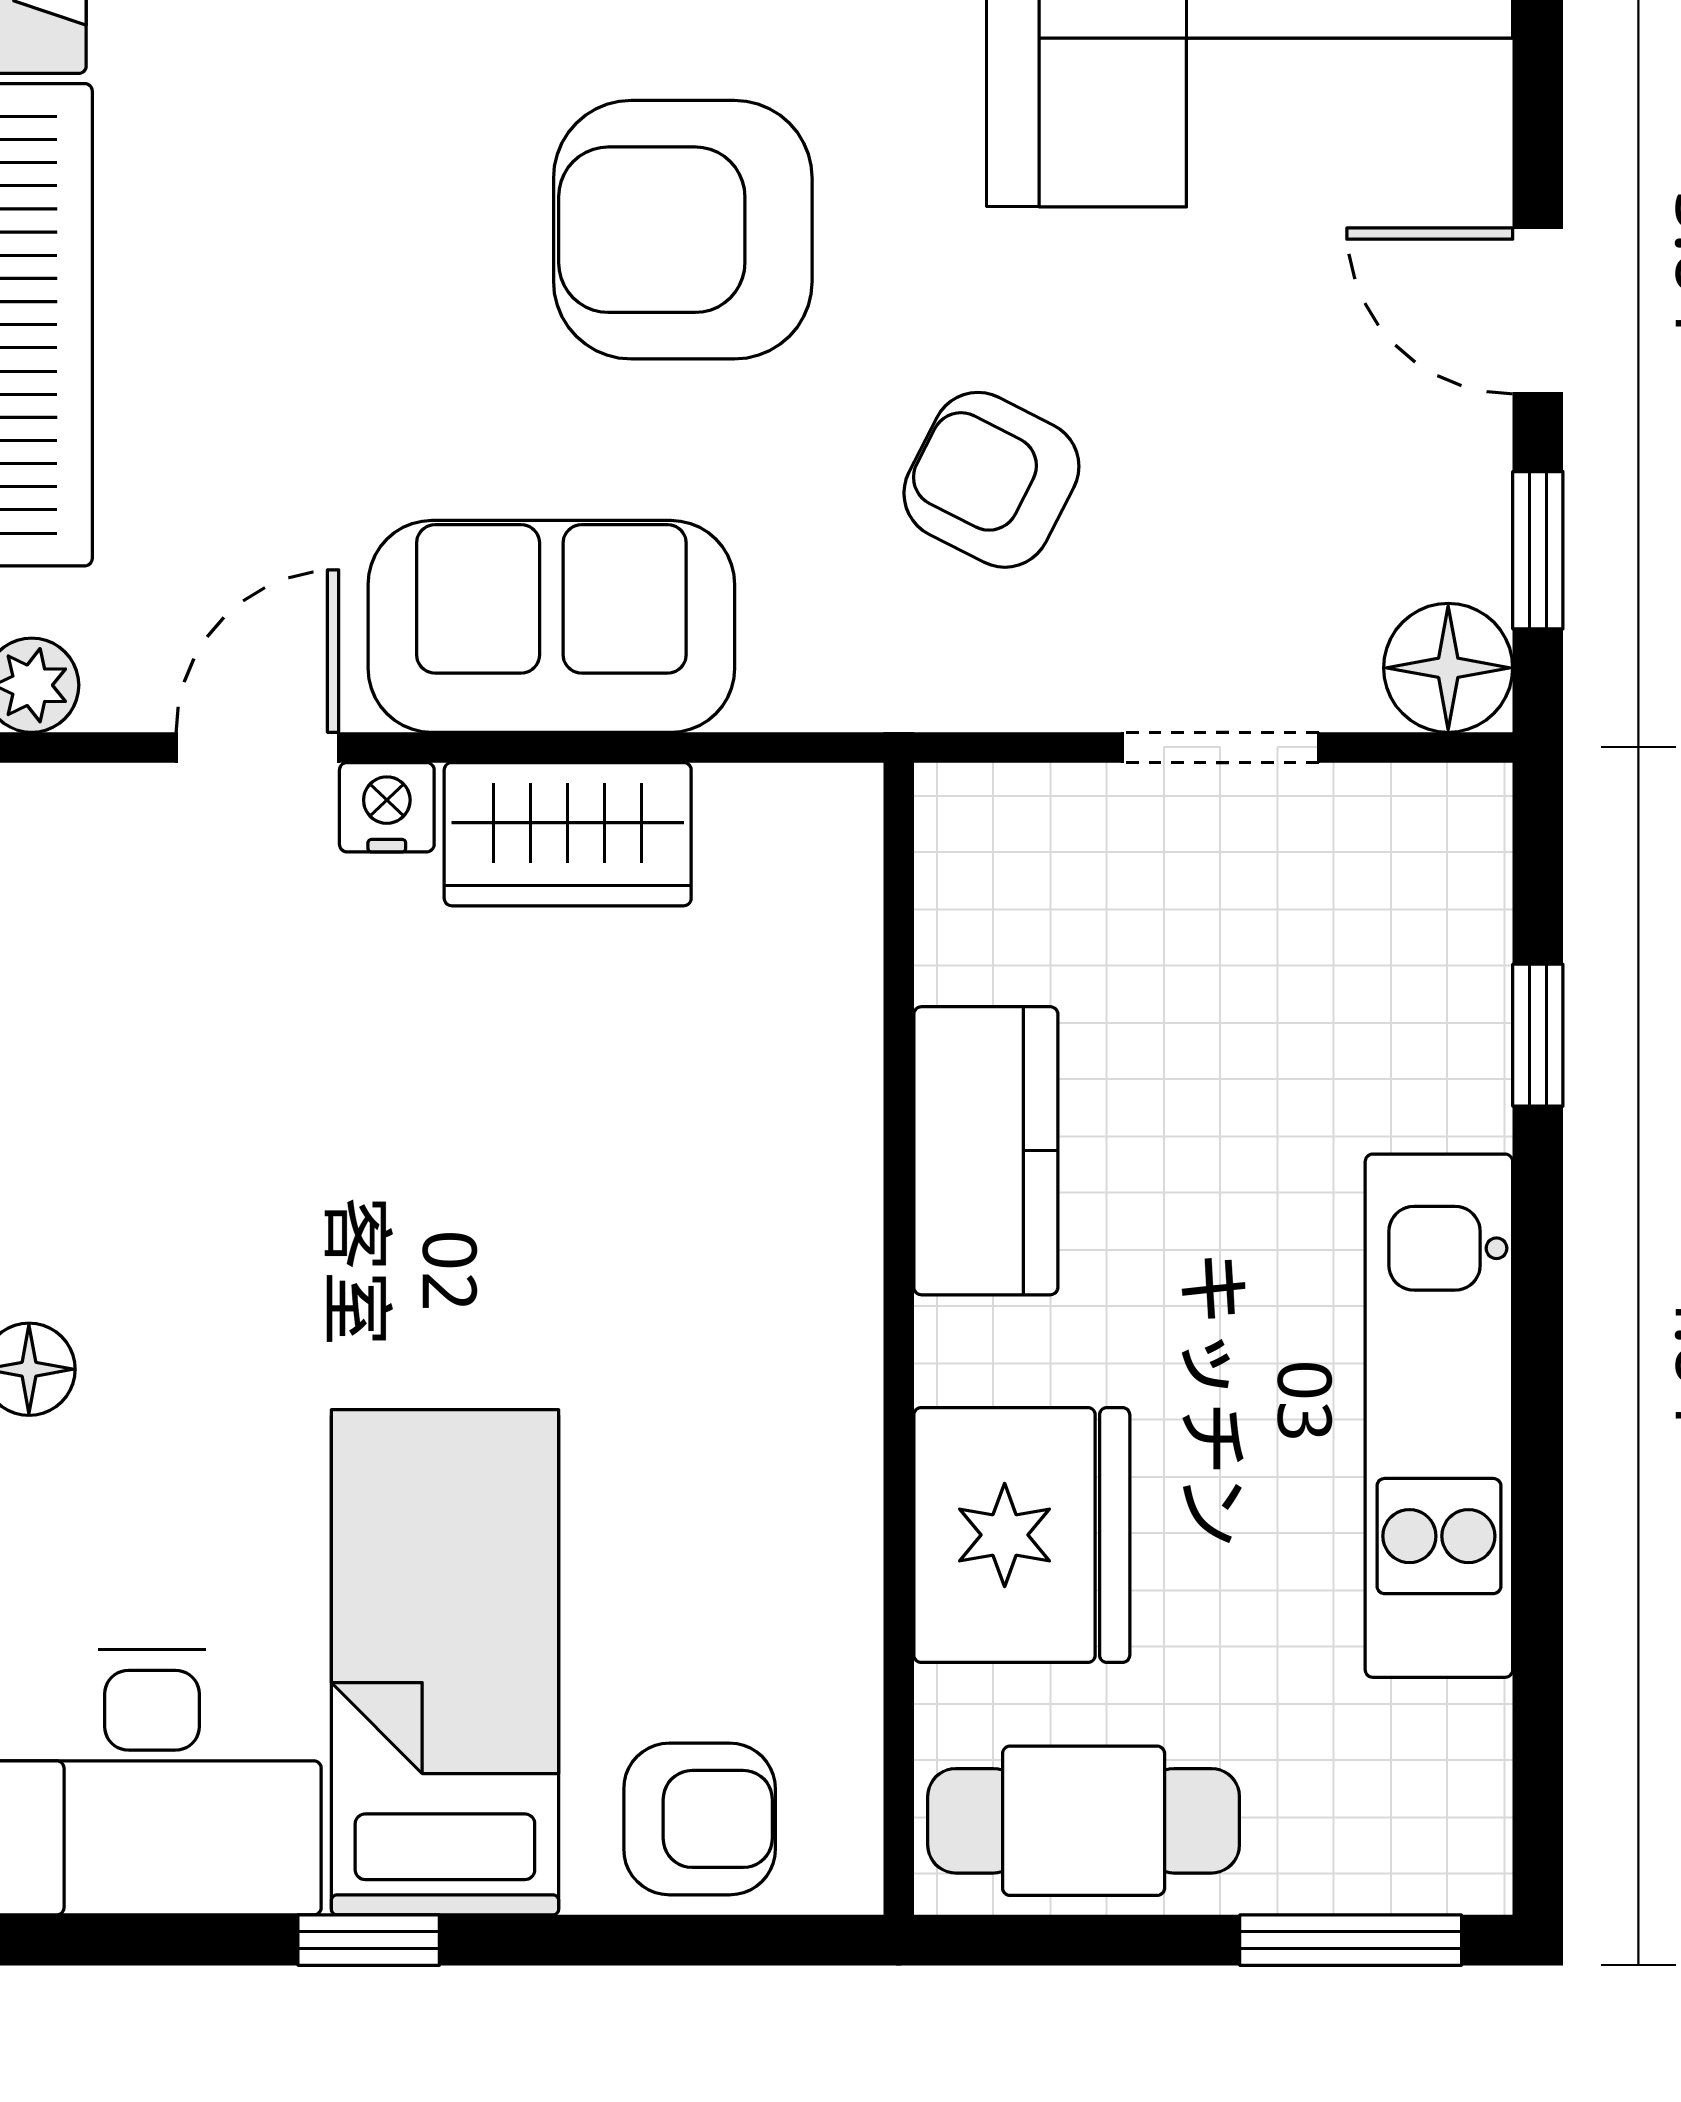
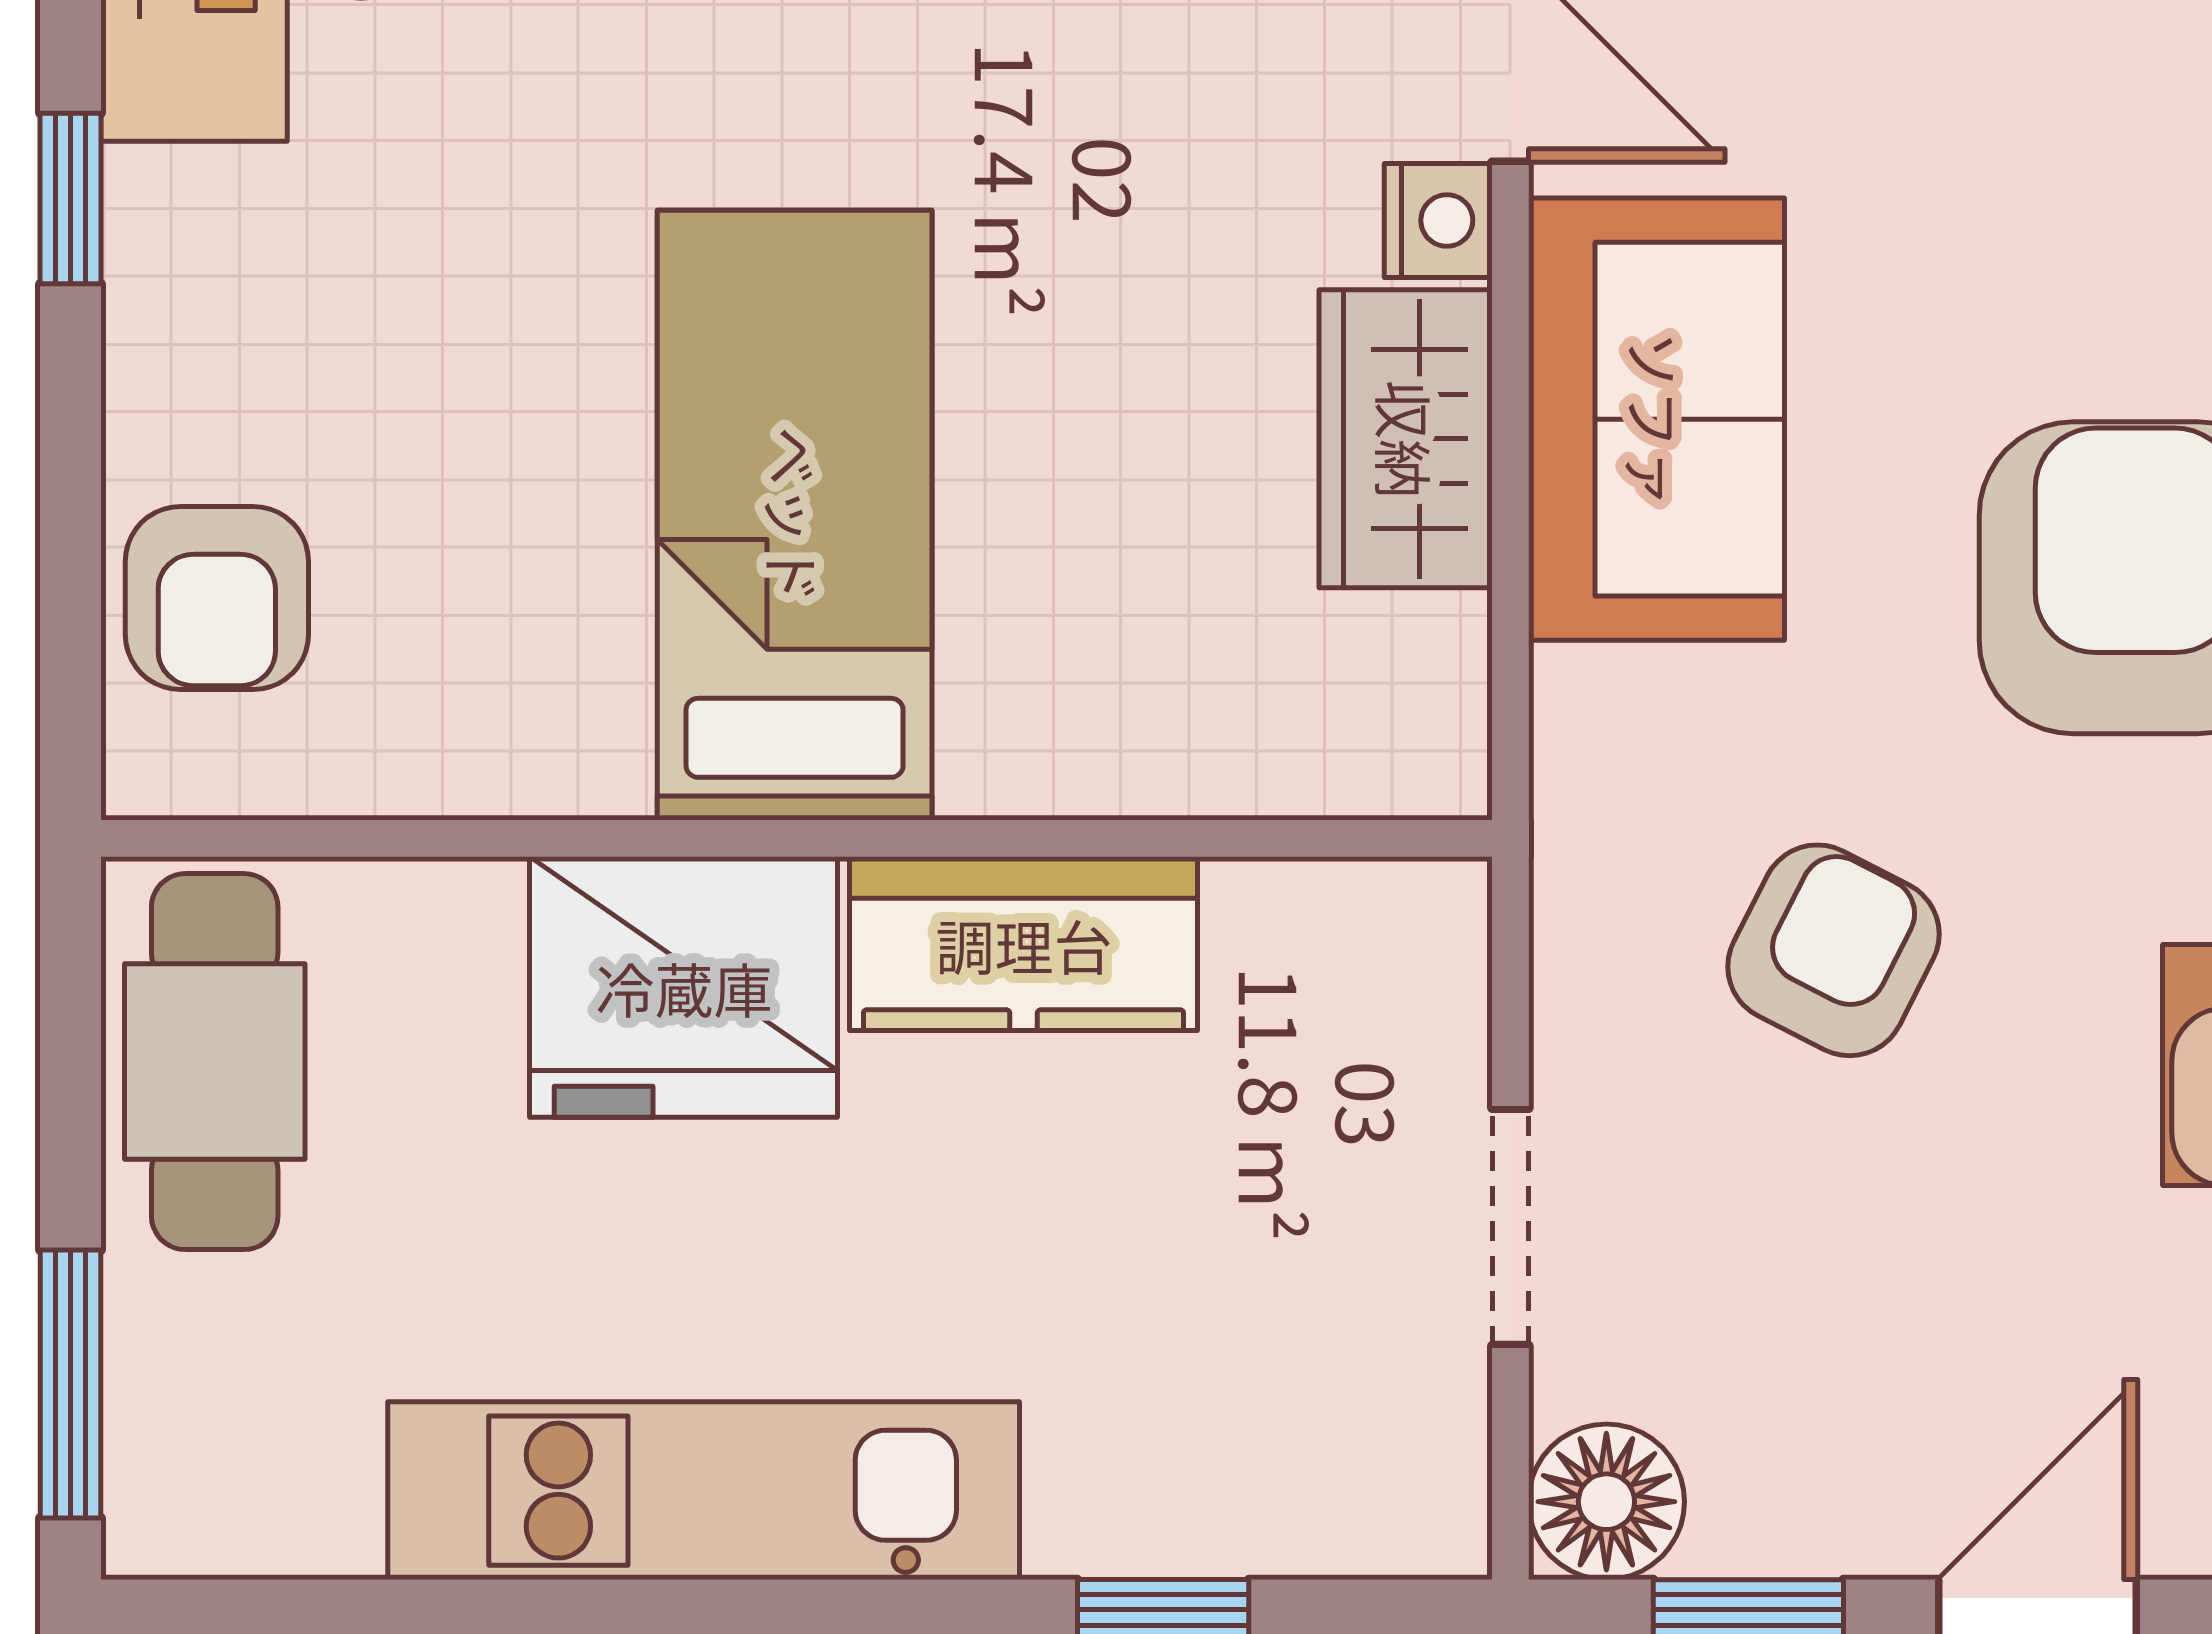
fridge: (1022, 1535) -> (684, 987), moved
bed: (445, 1662) -> (795, 515), moved, turned -90

